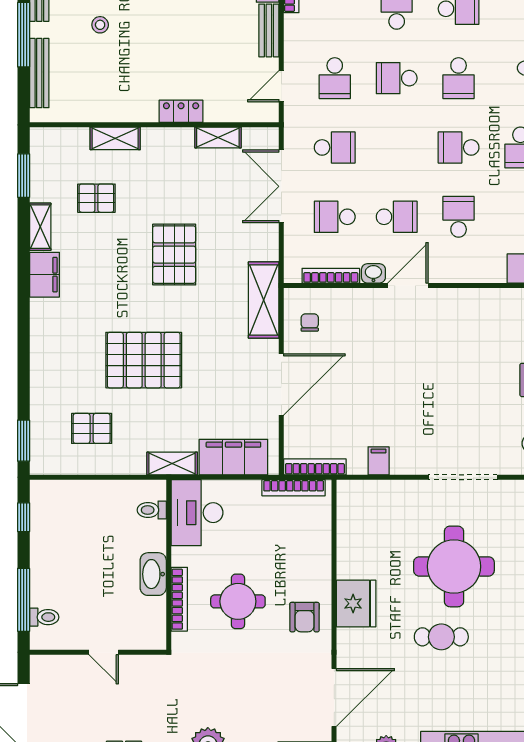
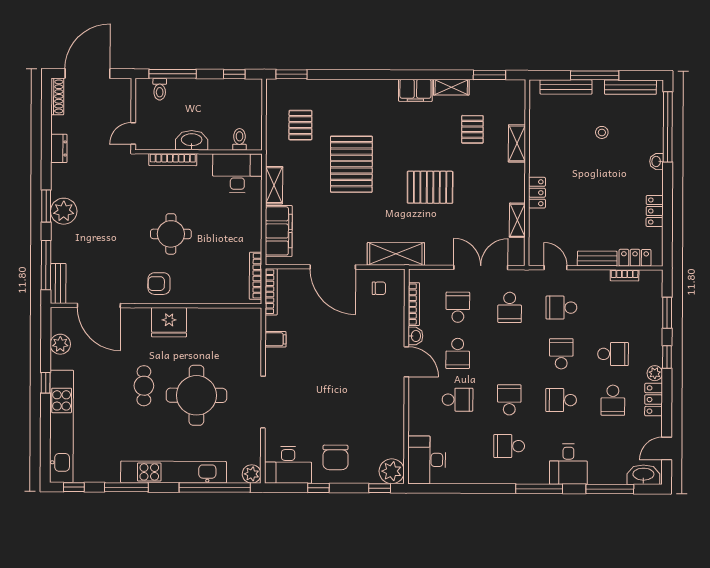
toilet: (152, 510) -> (239, 139), moved
desk: (197, 513) -> (237, 173), moved
wall: (169, 565) -> (199, 152), moved
washbasin: (153, 574) -> (192, 140), moved
bookcase: (179, 599) -> (173, 160), moved

